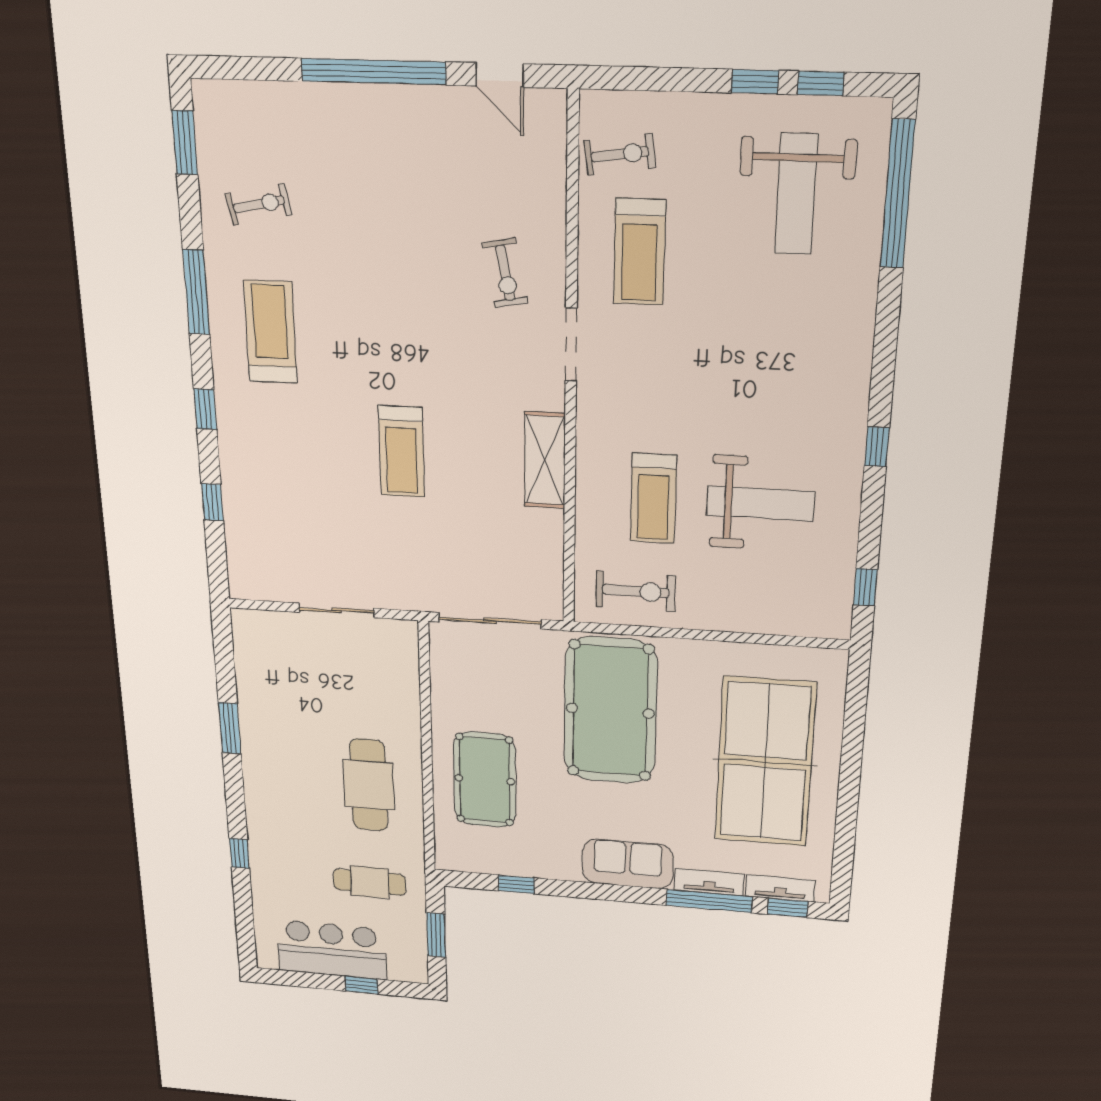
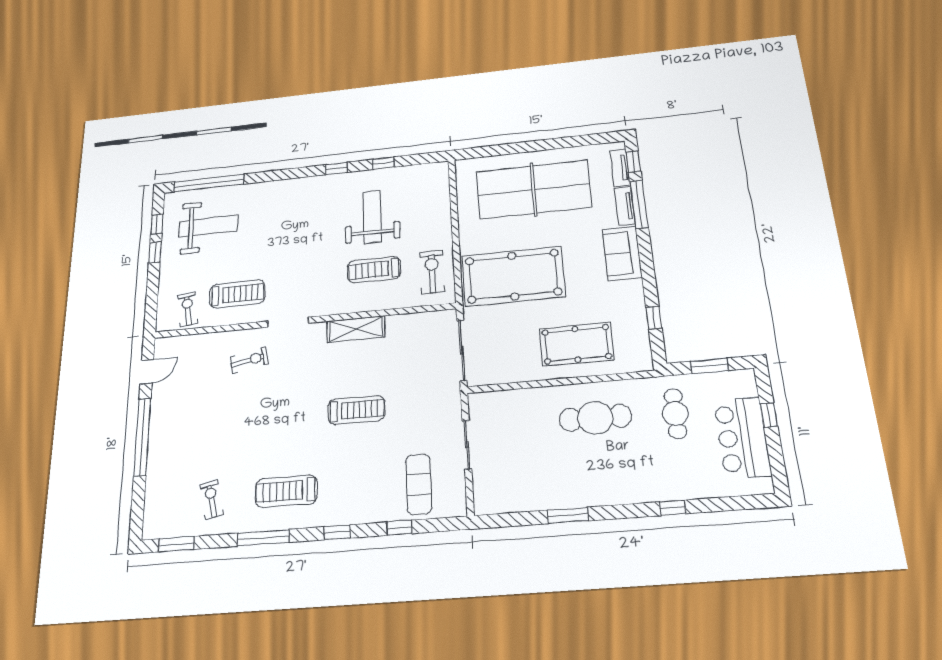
treadmill: (653, 498) -> (374, 270), turned 180
exercise mat: (278, 536) -> (419, 484), added
window: (865, 587) -> (383, 163), moved

